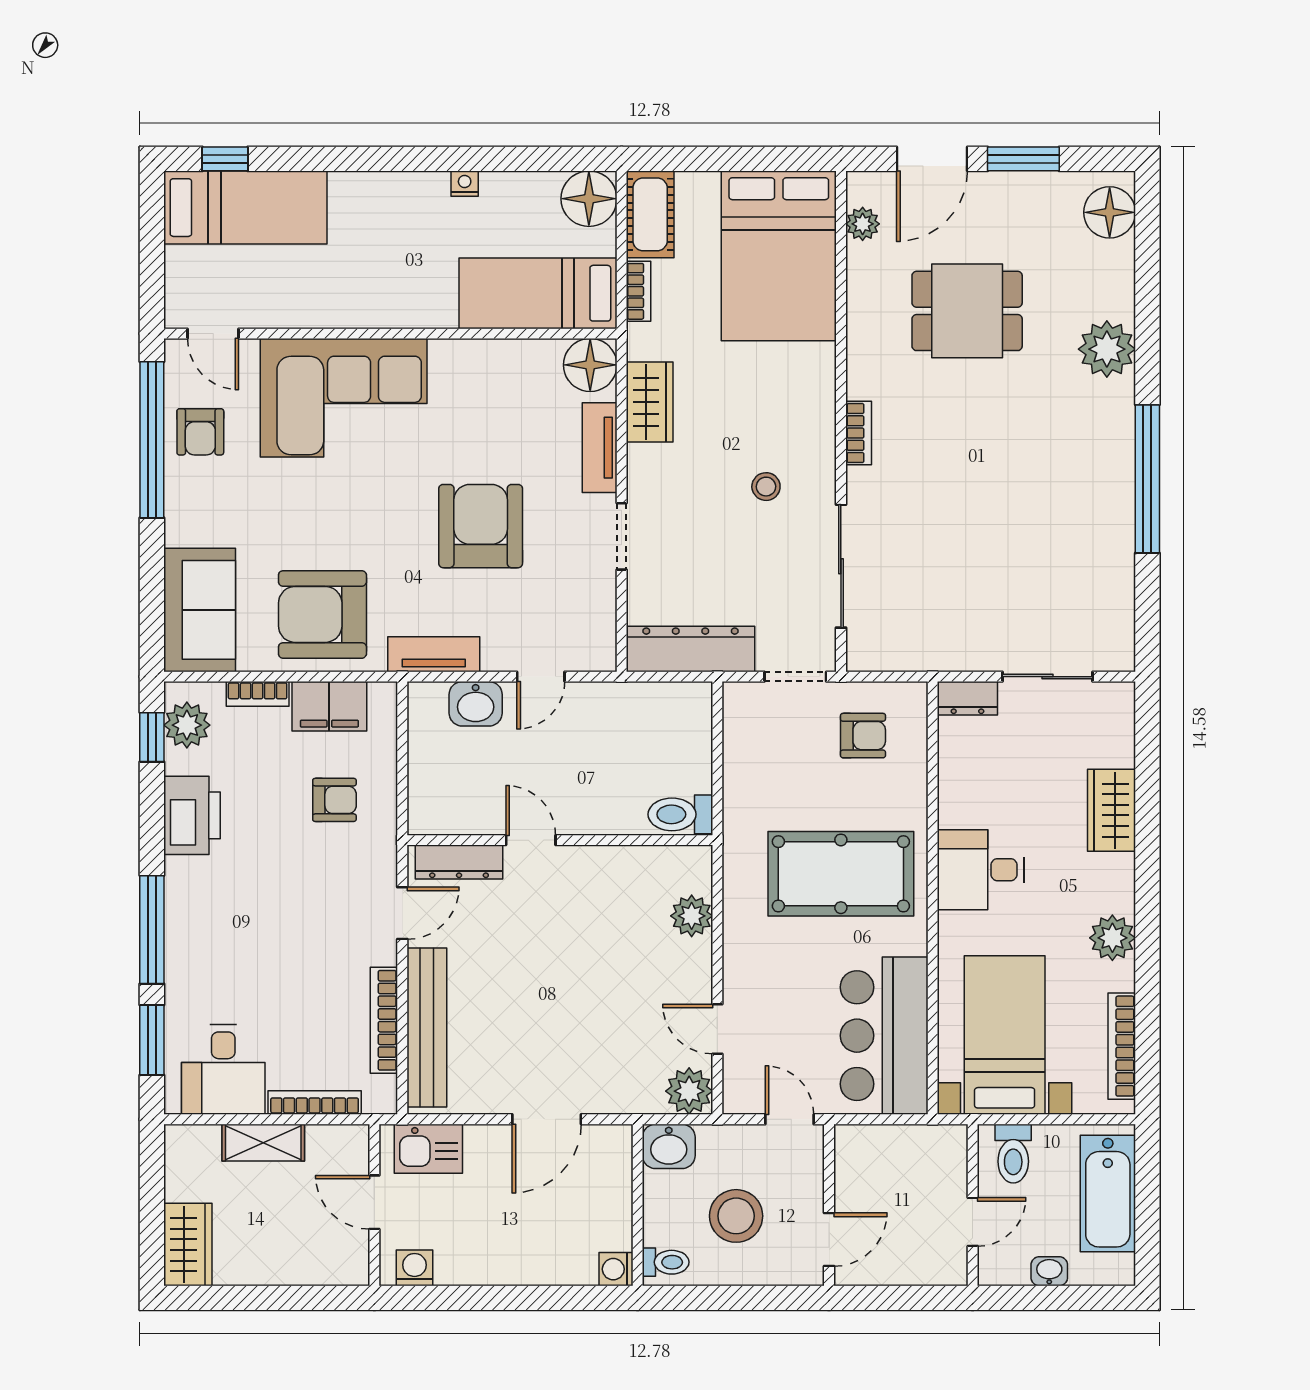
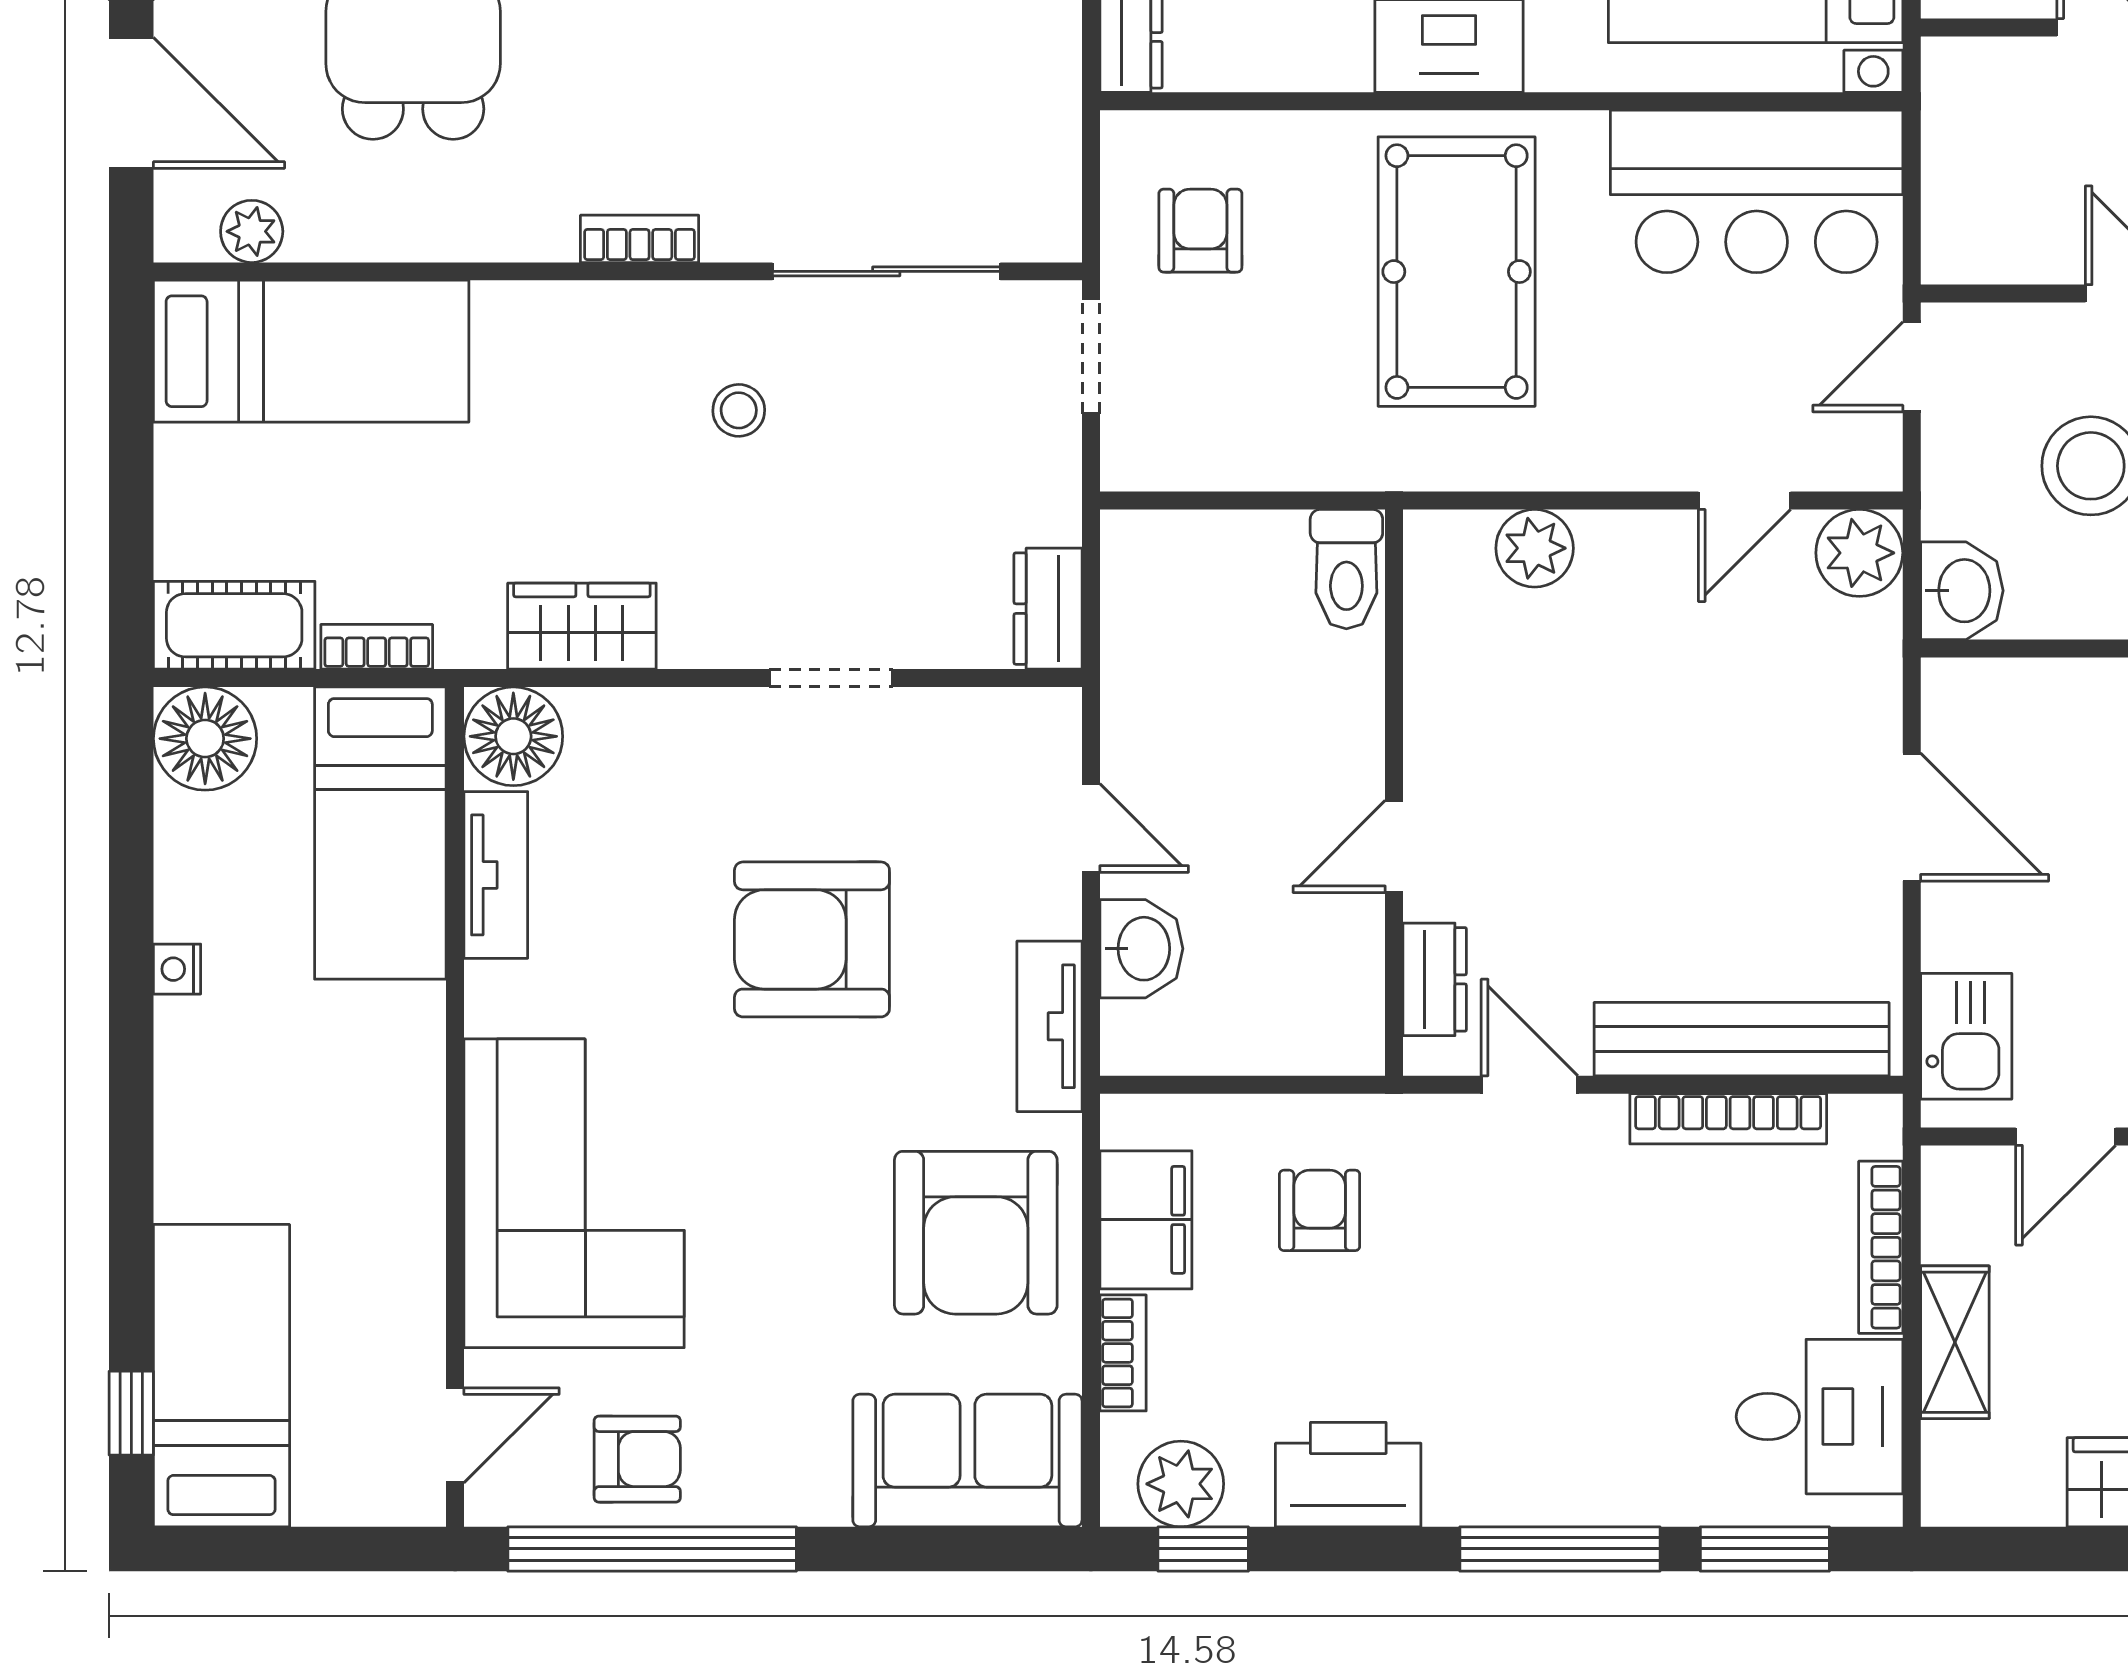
bed: (779, 256) -> (311, 351), width x0.67
tv unit: (600, 448) -> (496, 875), moved, turned -90
dresser: (690, 649) -> (1048, 609), width x0.51, depth x0.80
dresser: (459, 862) -> (1435, 979), width x0.70

